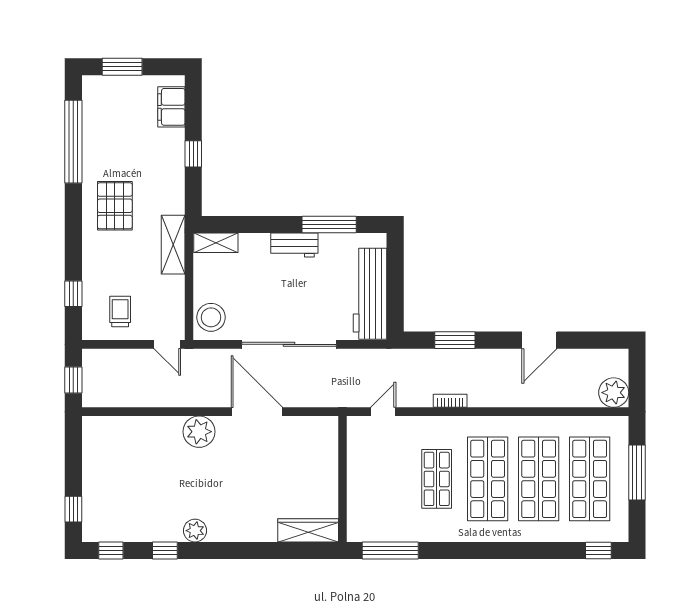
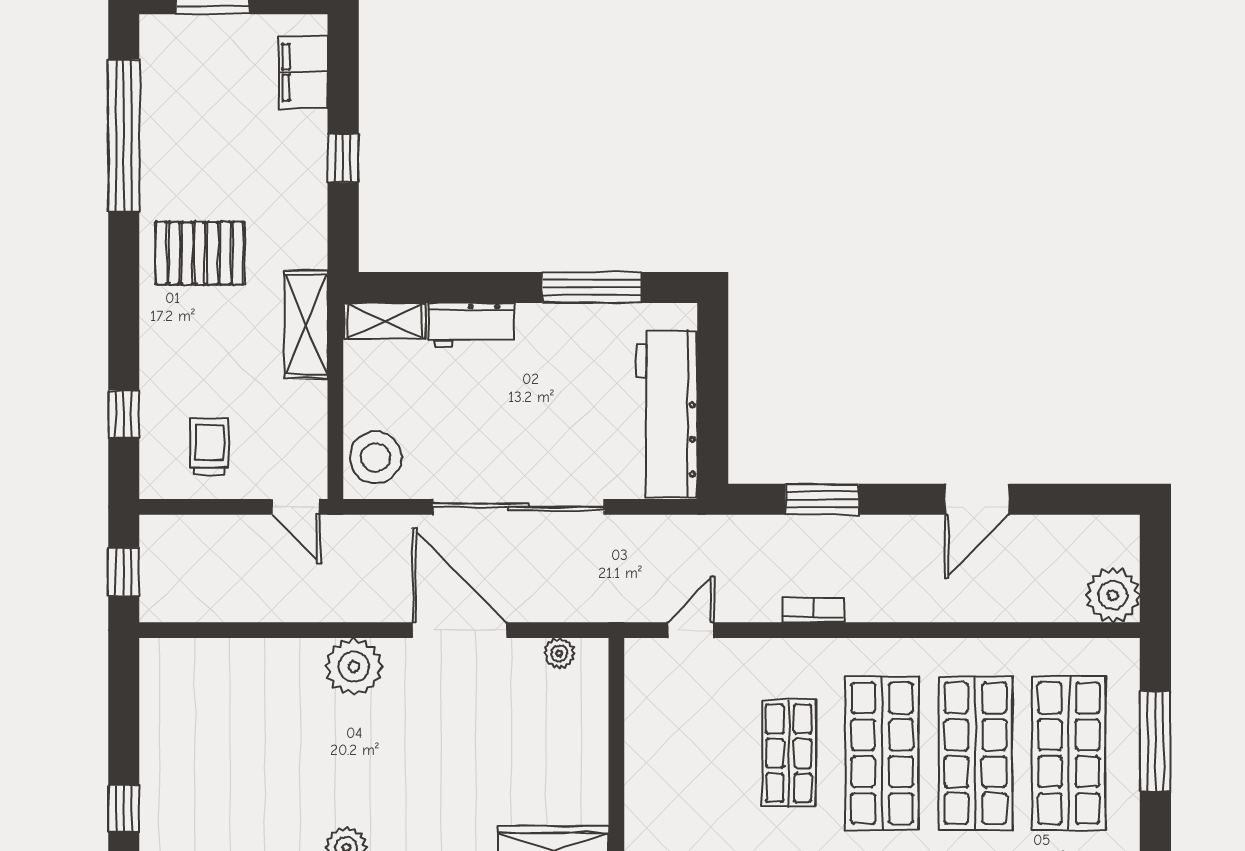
pallet: (115, 206) -> (200, 253), turned 90
workbench: (294, 245) -> (471, 325), moved
plant: (311, 424) -> (559, 653), added

